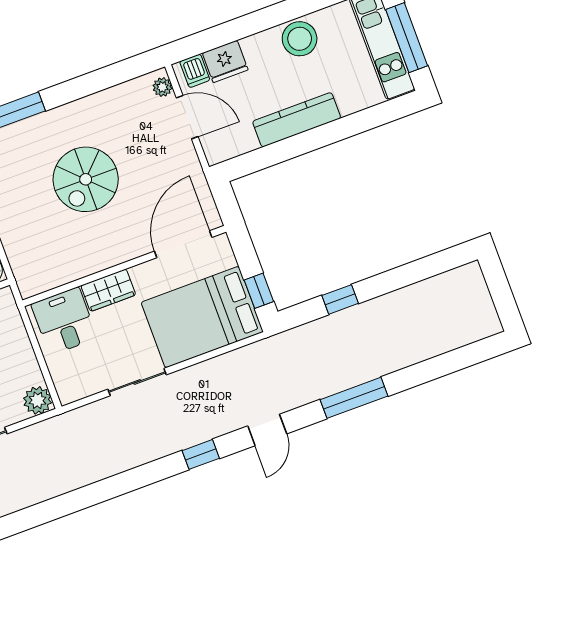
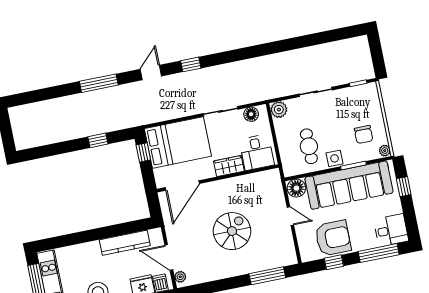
kitchen counter: (297, 120) -> (125, 243), moved
floor lamp: (84, 385) -> (251, 114), added

